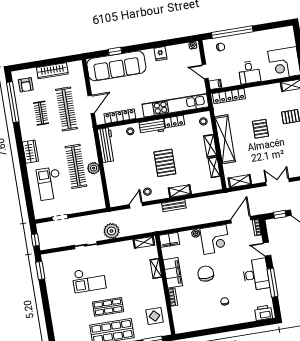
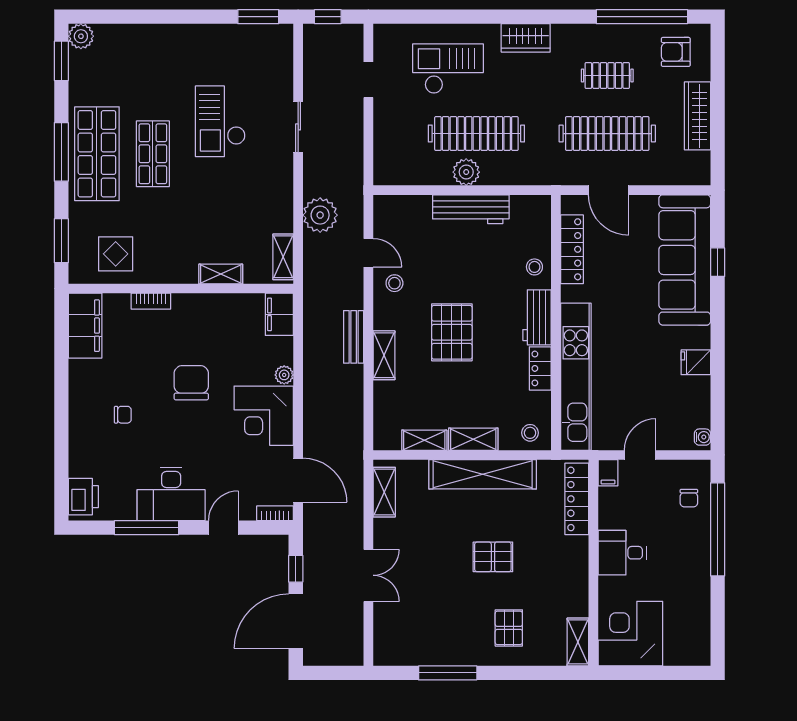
workbench: (106, 145) -> (471, 209), moved
pallet: (165, 163) -> (452, 332), turned 90
plant: (112, 231) -> (320, 215), moved
filing cabinet: (173, 273) -> (85, 326), moved, turned -90
chair: (206, 274) -> (191, 383), turned -90

